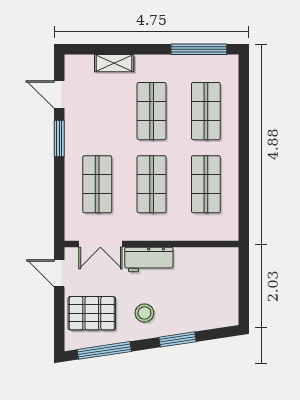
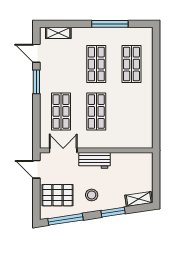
window: (199, 49) -> (110, 24), moved
shelving: (114, 63) -> (58, 33), moved
shop shelf: (206, 184) -> (131, 111), removed
double door: (100, 244) -> (63, 150), swing flipped
shelving: (217, 319) -> (139, 199), added

